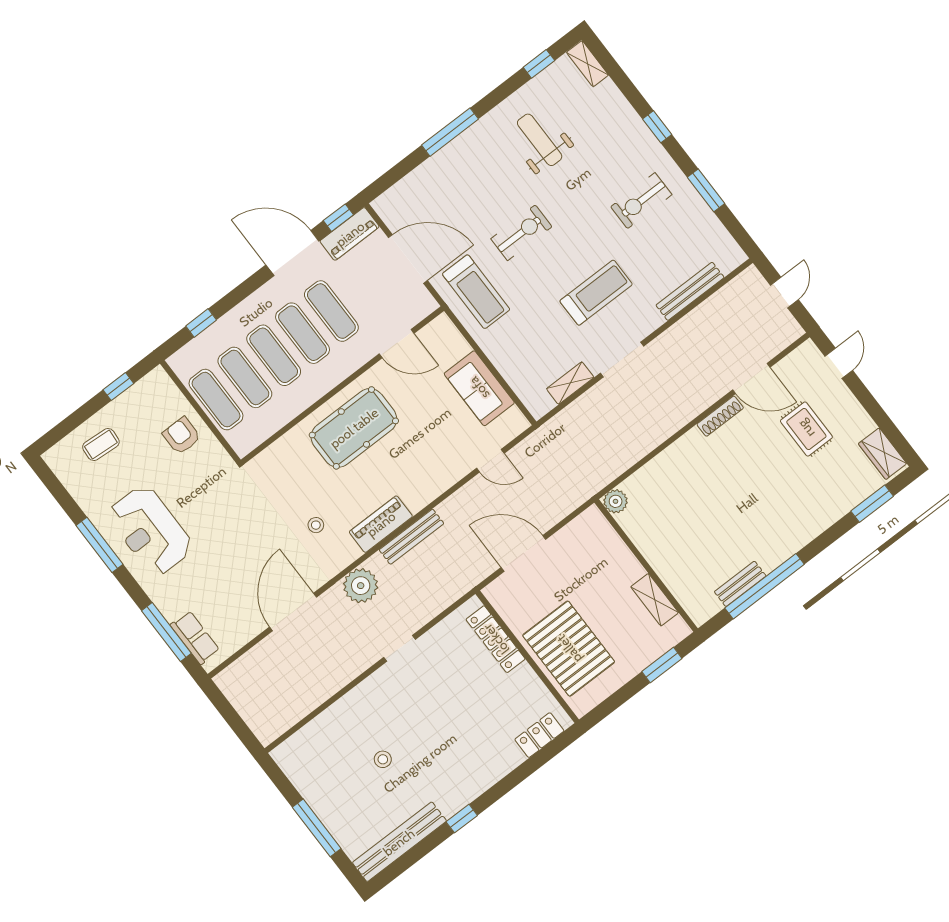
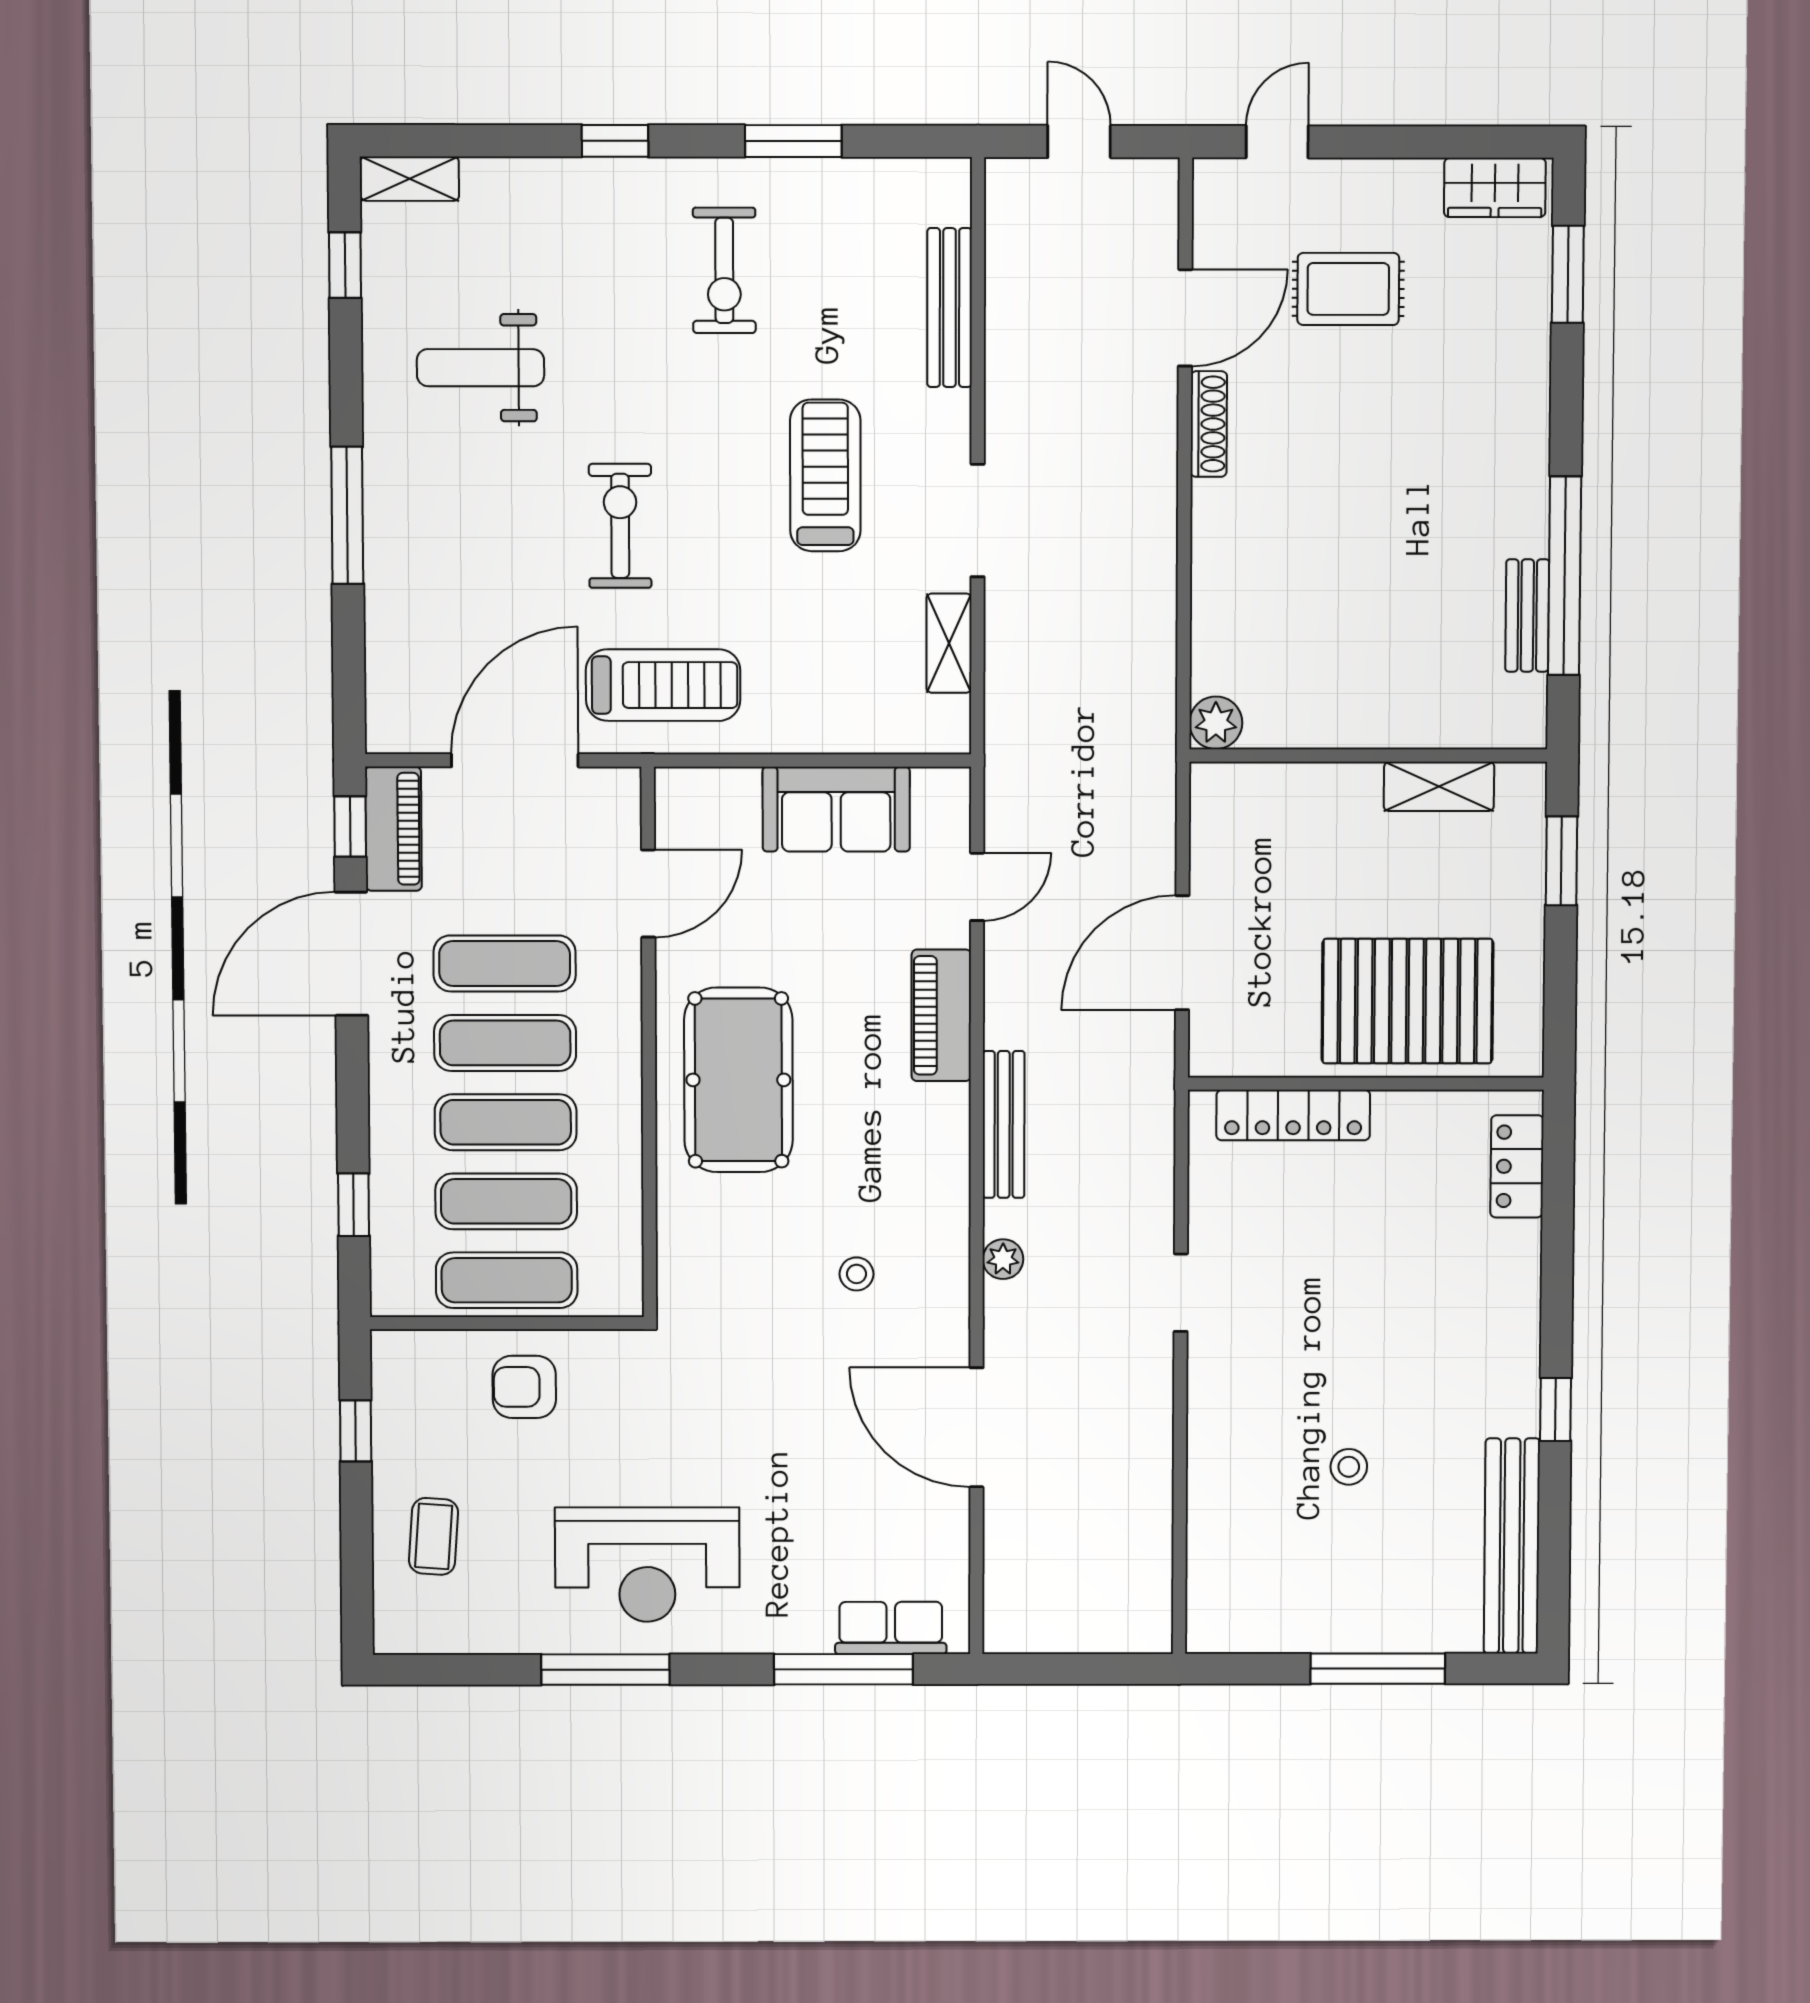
door: (839, 363) -> (1277, 142), hinge flipped
piano: (381, 524) -> (941, 1015), moved
plant: (361, 586) -> (1003, 1259), width x0.53, depth x0.53

